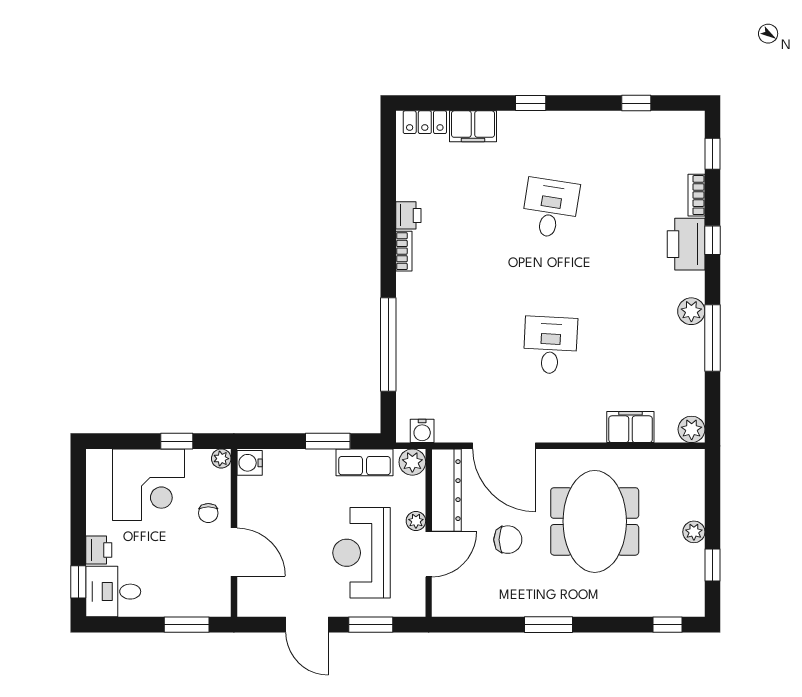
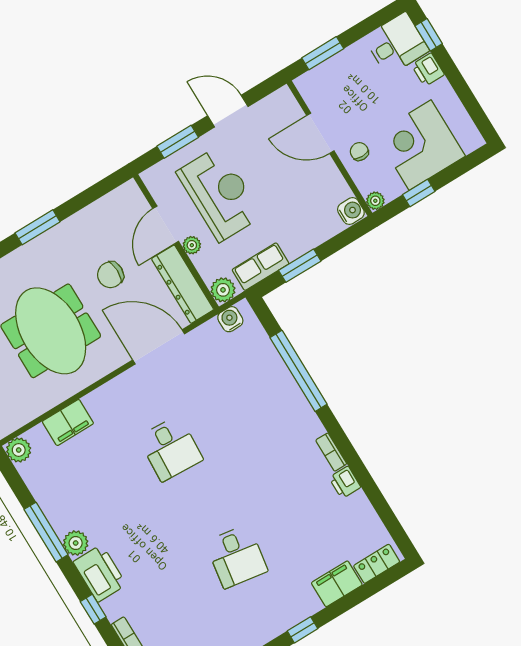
printer: (686, 244) -> (100, 573), moved

